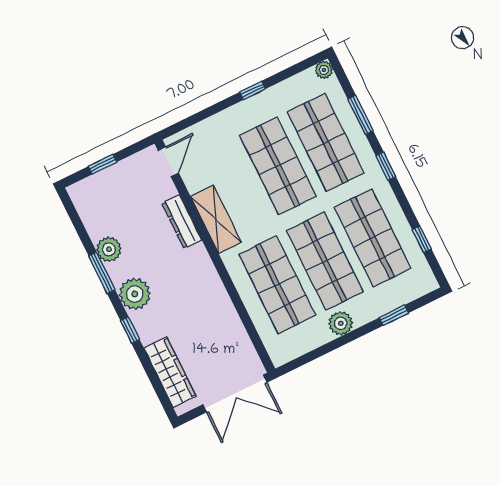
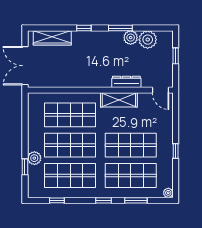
plant: (135, 294) -> (148, 40), moved
plant: (341, 323) -> (34, 158), moved

